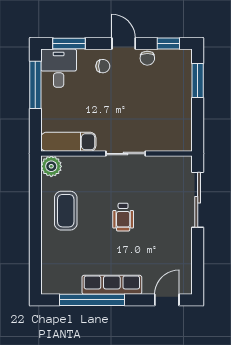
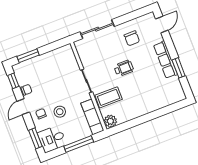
window: (35, 85) -> (79, 144), moved
stool: (95, 96) -> (60, 112), added
coffee table: (66, 211) -> (109, 97), moved
chair: (163, 247) -> (132, 38), added
window: (92, 300) -> (179, 68), width x0.47
door: (167, 300) -> (162, 25), swing flipped

